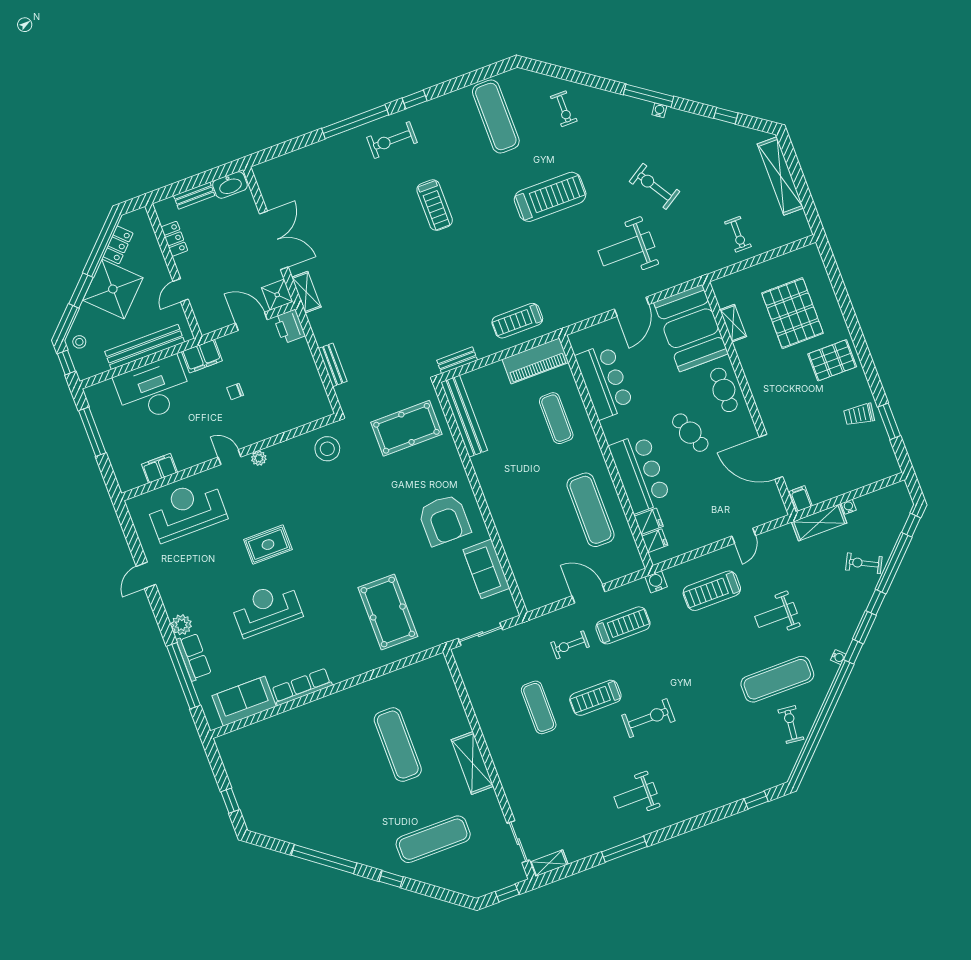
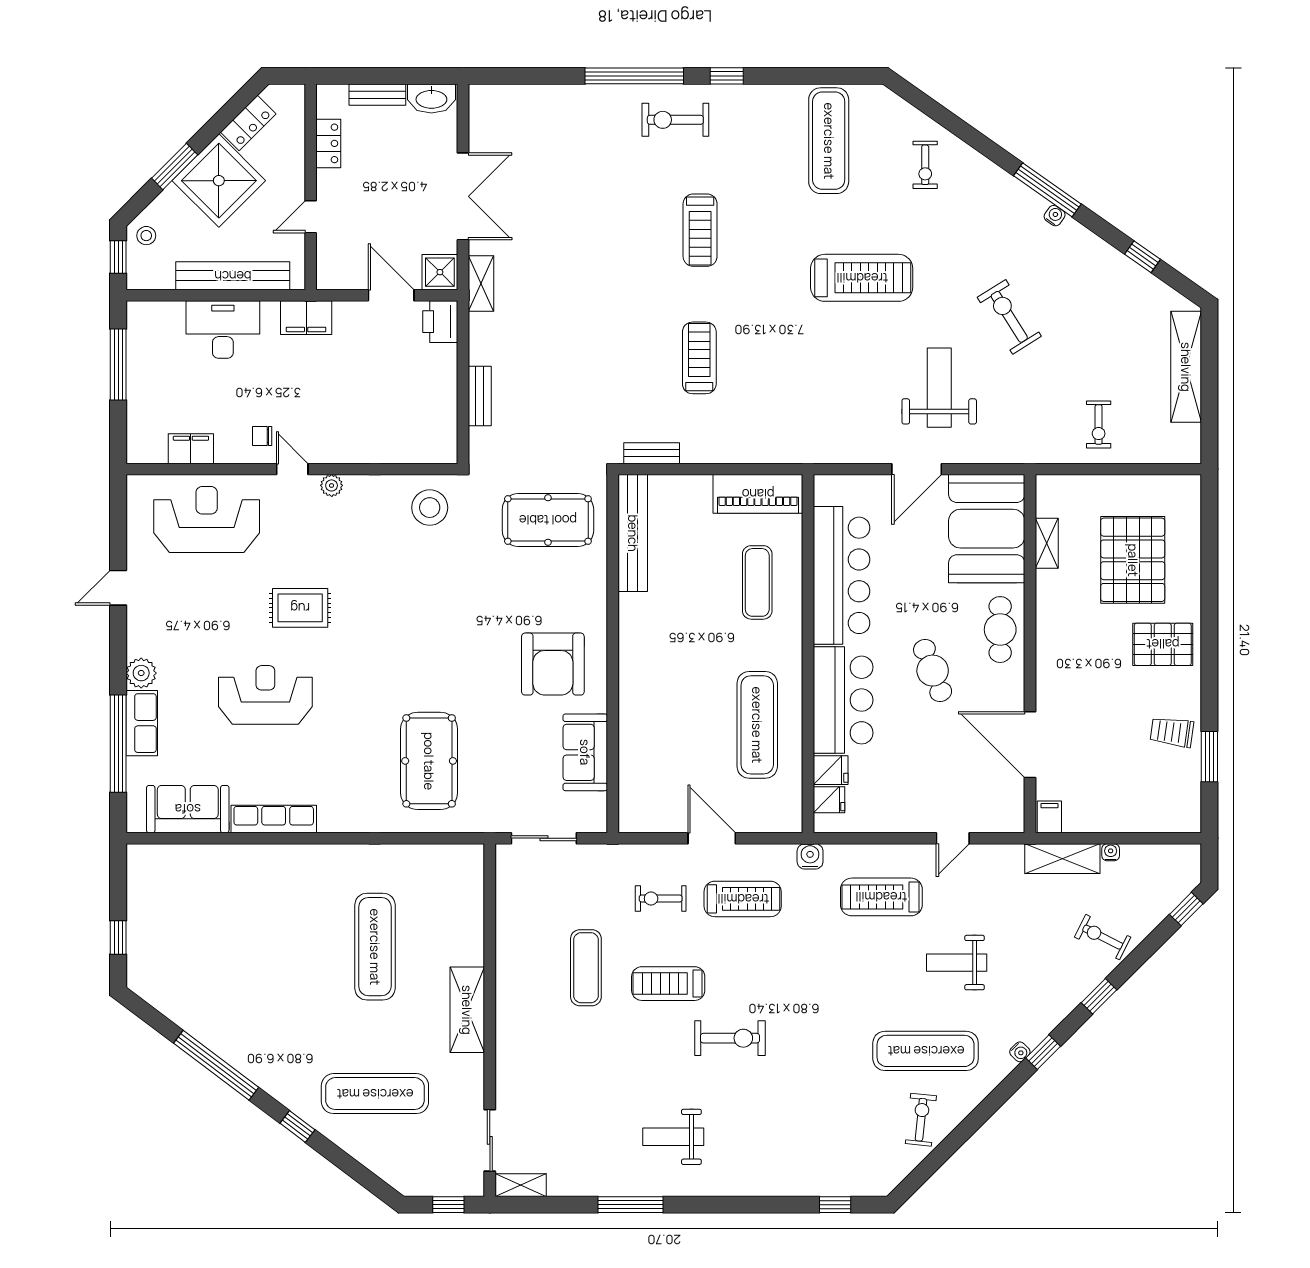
weight bench: (626, 249) -> (939, 388), turned 90
treadmill: (517, 321) -> (699, 358), moved, turned 90
bar counter: (604, 381) -> (842, 575), width x1.36
desk: (153, 390) -> (223, 330), width x0.73, depth x0.77
chair: (235, 392) -> (262, 436), moved

